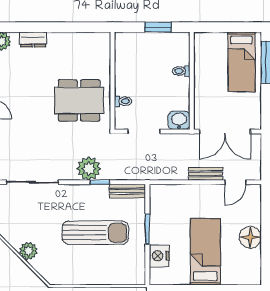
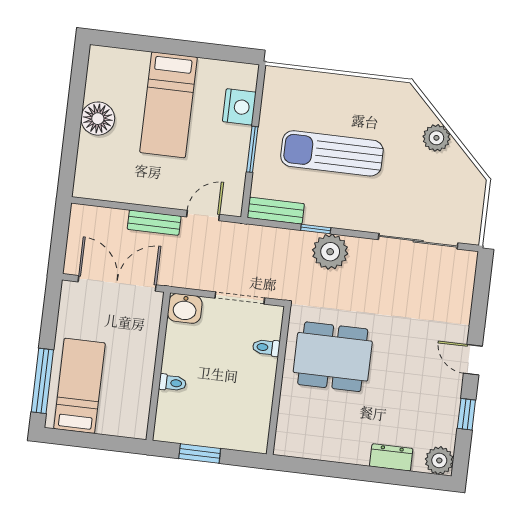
door: (235, 182) -> (203, 216), moved

